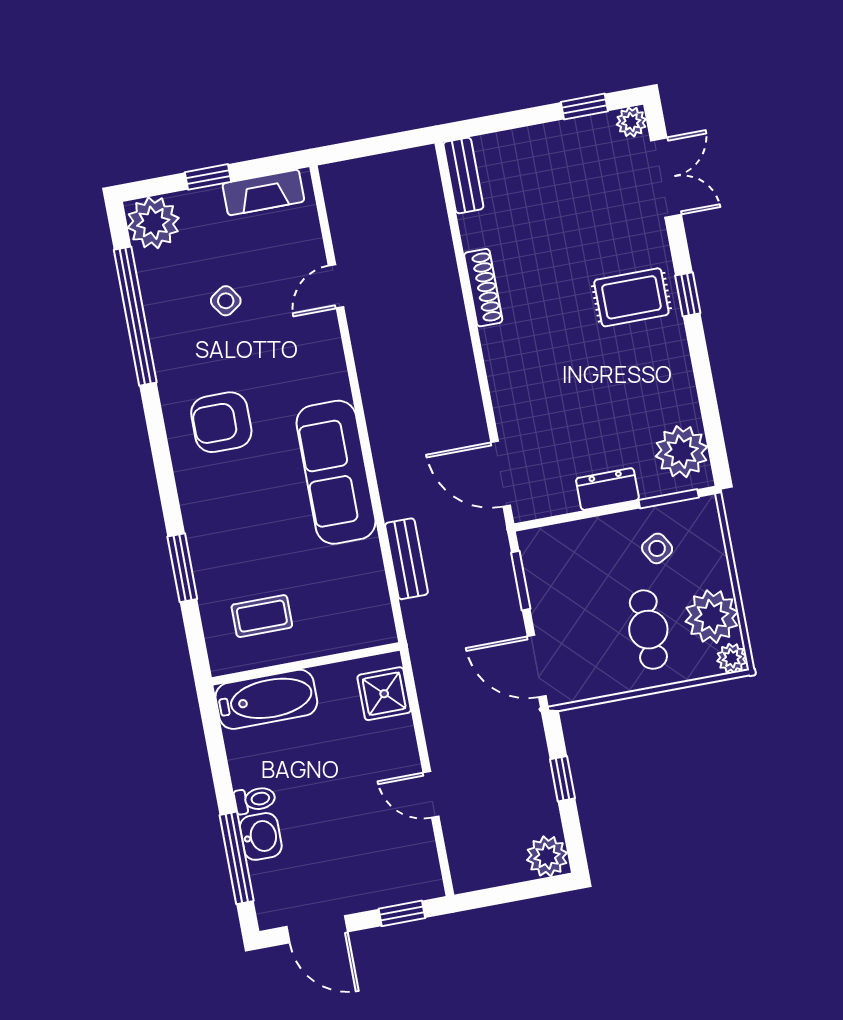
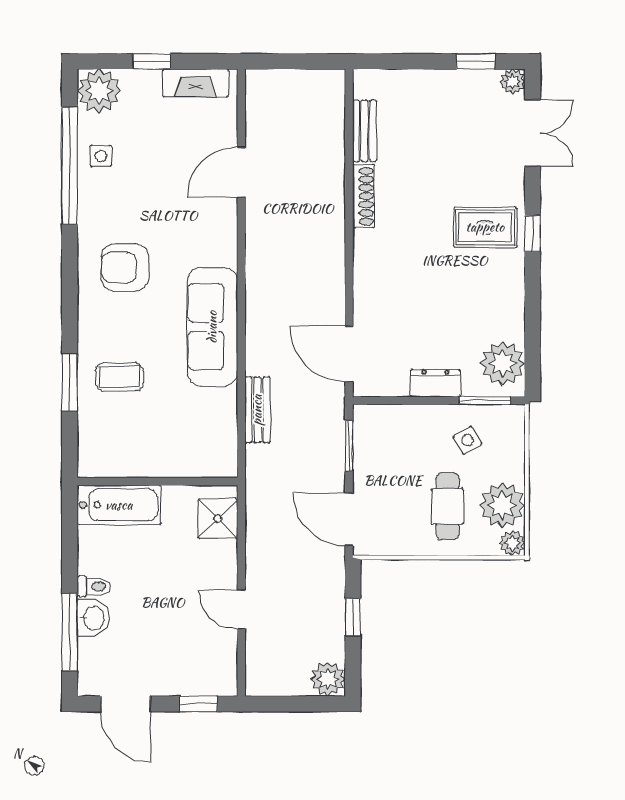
bench: (463, 175) -> (364, 131), moved
door: (336, 286) -> (241, 172), width x1.38
side table: (226, 301) -> (101, 156), moved, turned 34
coffee table: (262, 616) -> (119, 377), moved

